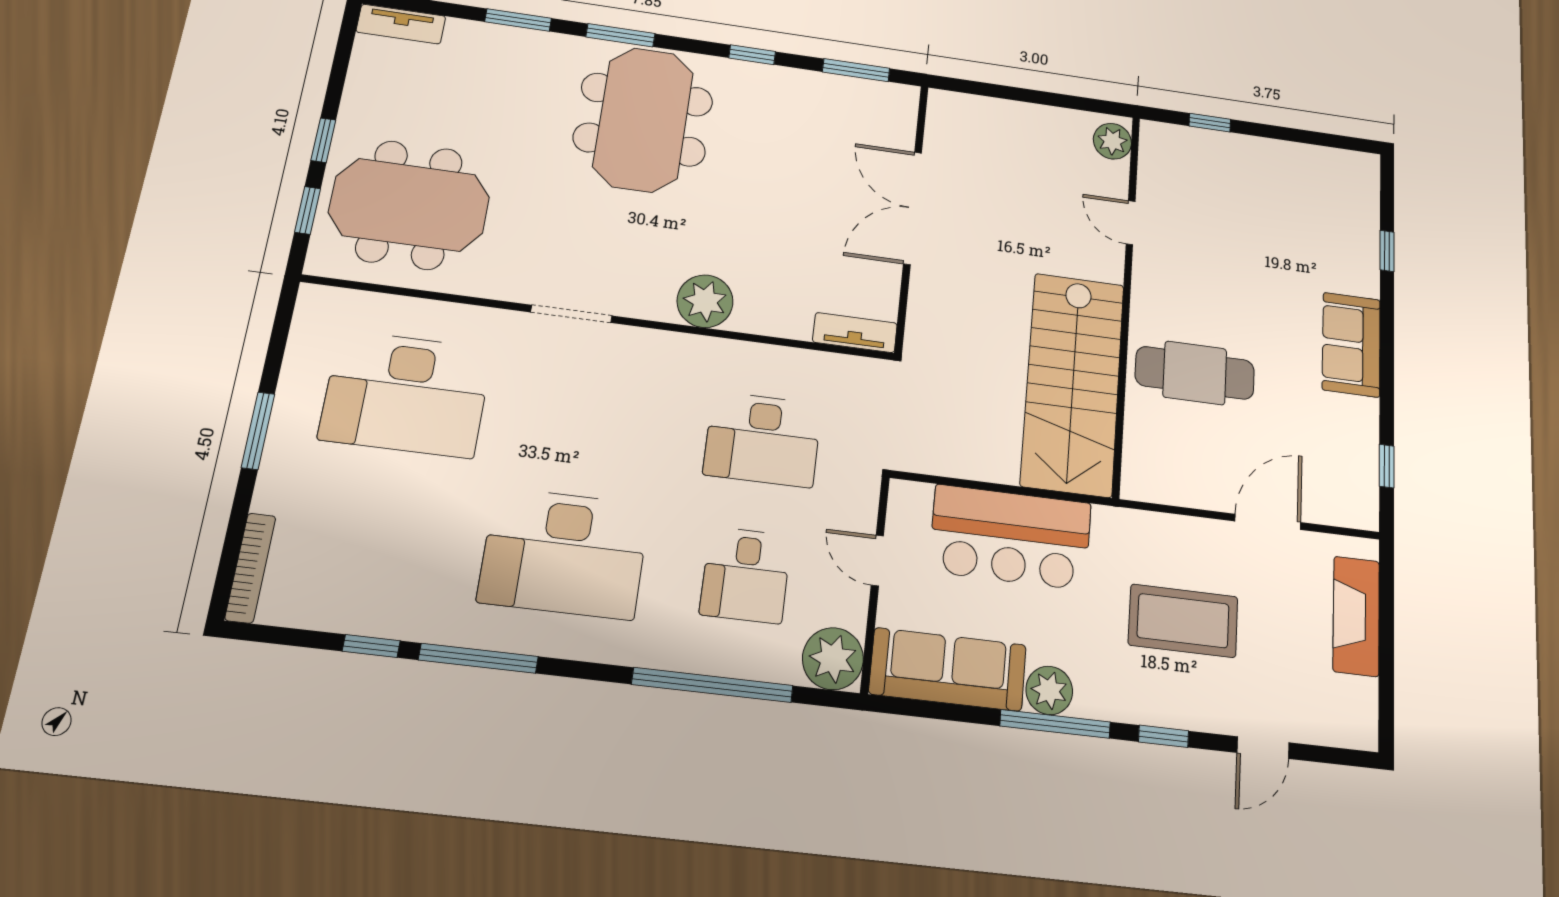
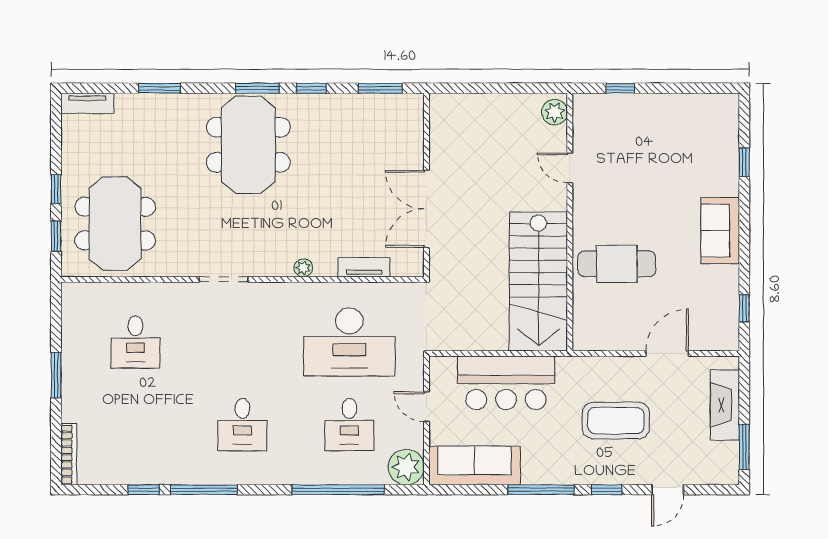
window: (620, 35) -> (258, 88), moved
meeting table: (409, 205) -> (115, 224), turned 90
double door: (913, 208) -> (426, 209), moved
plant: (705, 301) -> (303, 268), width x0.53, depth x0.53
tv unit: (855, 333) -> (364, 267), moved
desk: (406, 394) -> (135, 342), width x0.53, depth x0.77
desk: (763, 439) -> (349, 342), width x1.36, depth x1.30
desk: (564, 553) -> (242, 425), width x0.53, depth x0.77
window: (1386, 689) -> (744, 447), added
plant: (1049, 690) -> (536, 471), removed

